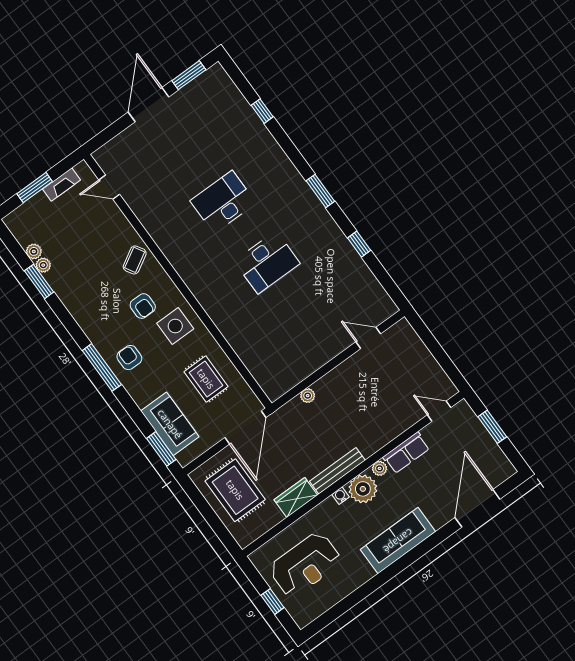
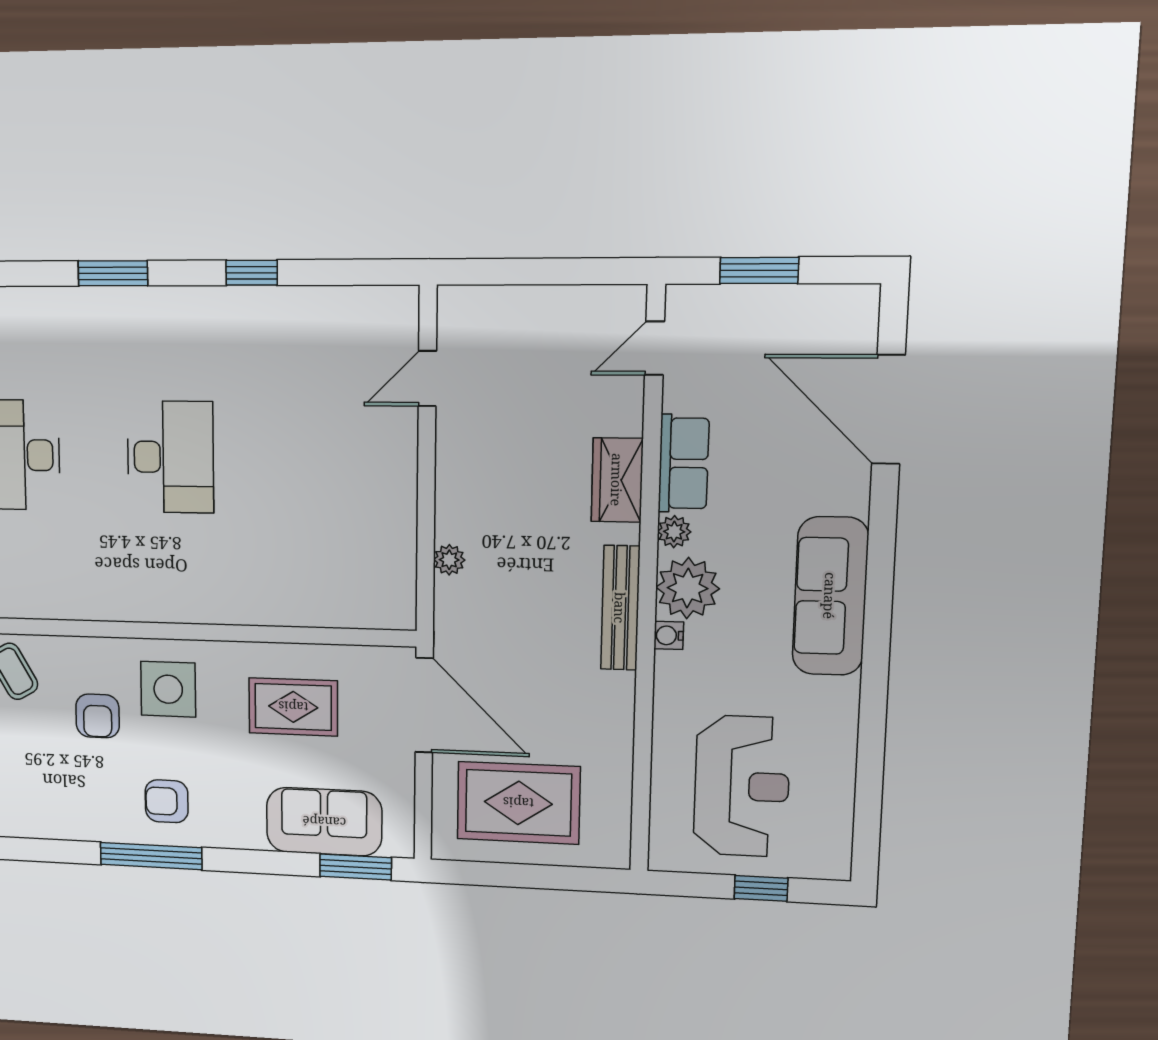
armchair: (143, 306) -> (98, 716), turned 90
wardrobe: (296, 497) -> (617, 480), moved

